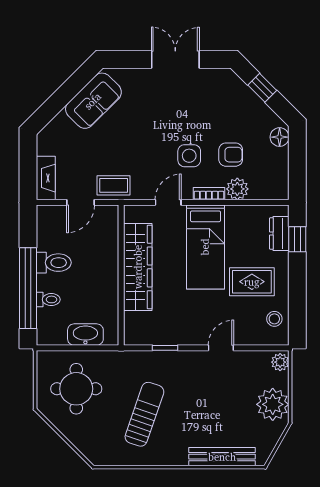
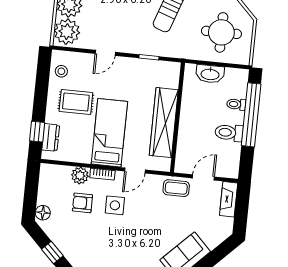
plant: (280, 362) -> (67, 32), width x1.88, depth x1.88

